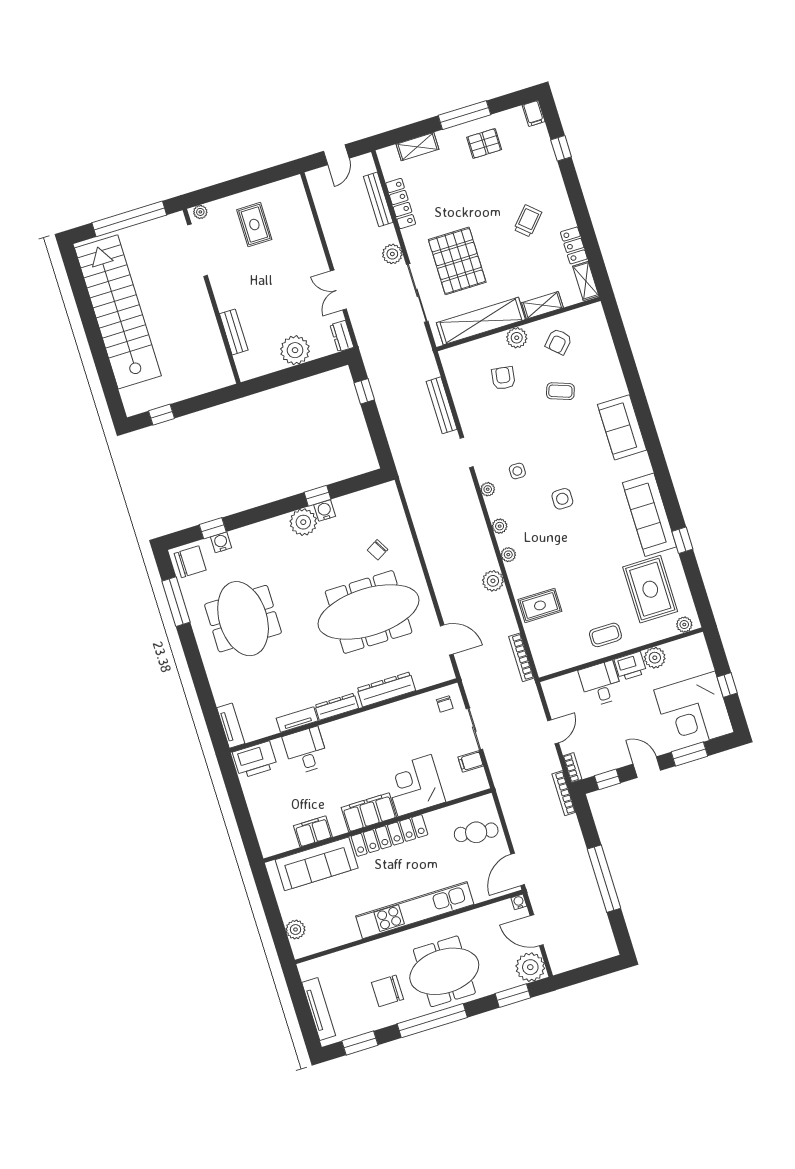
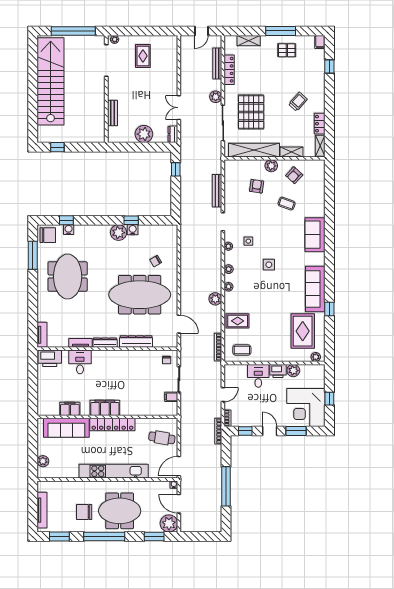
coffee table: (605, 635) -> (242, 350), moved
corner desk: (415, 786) -> (135, 401), removed

